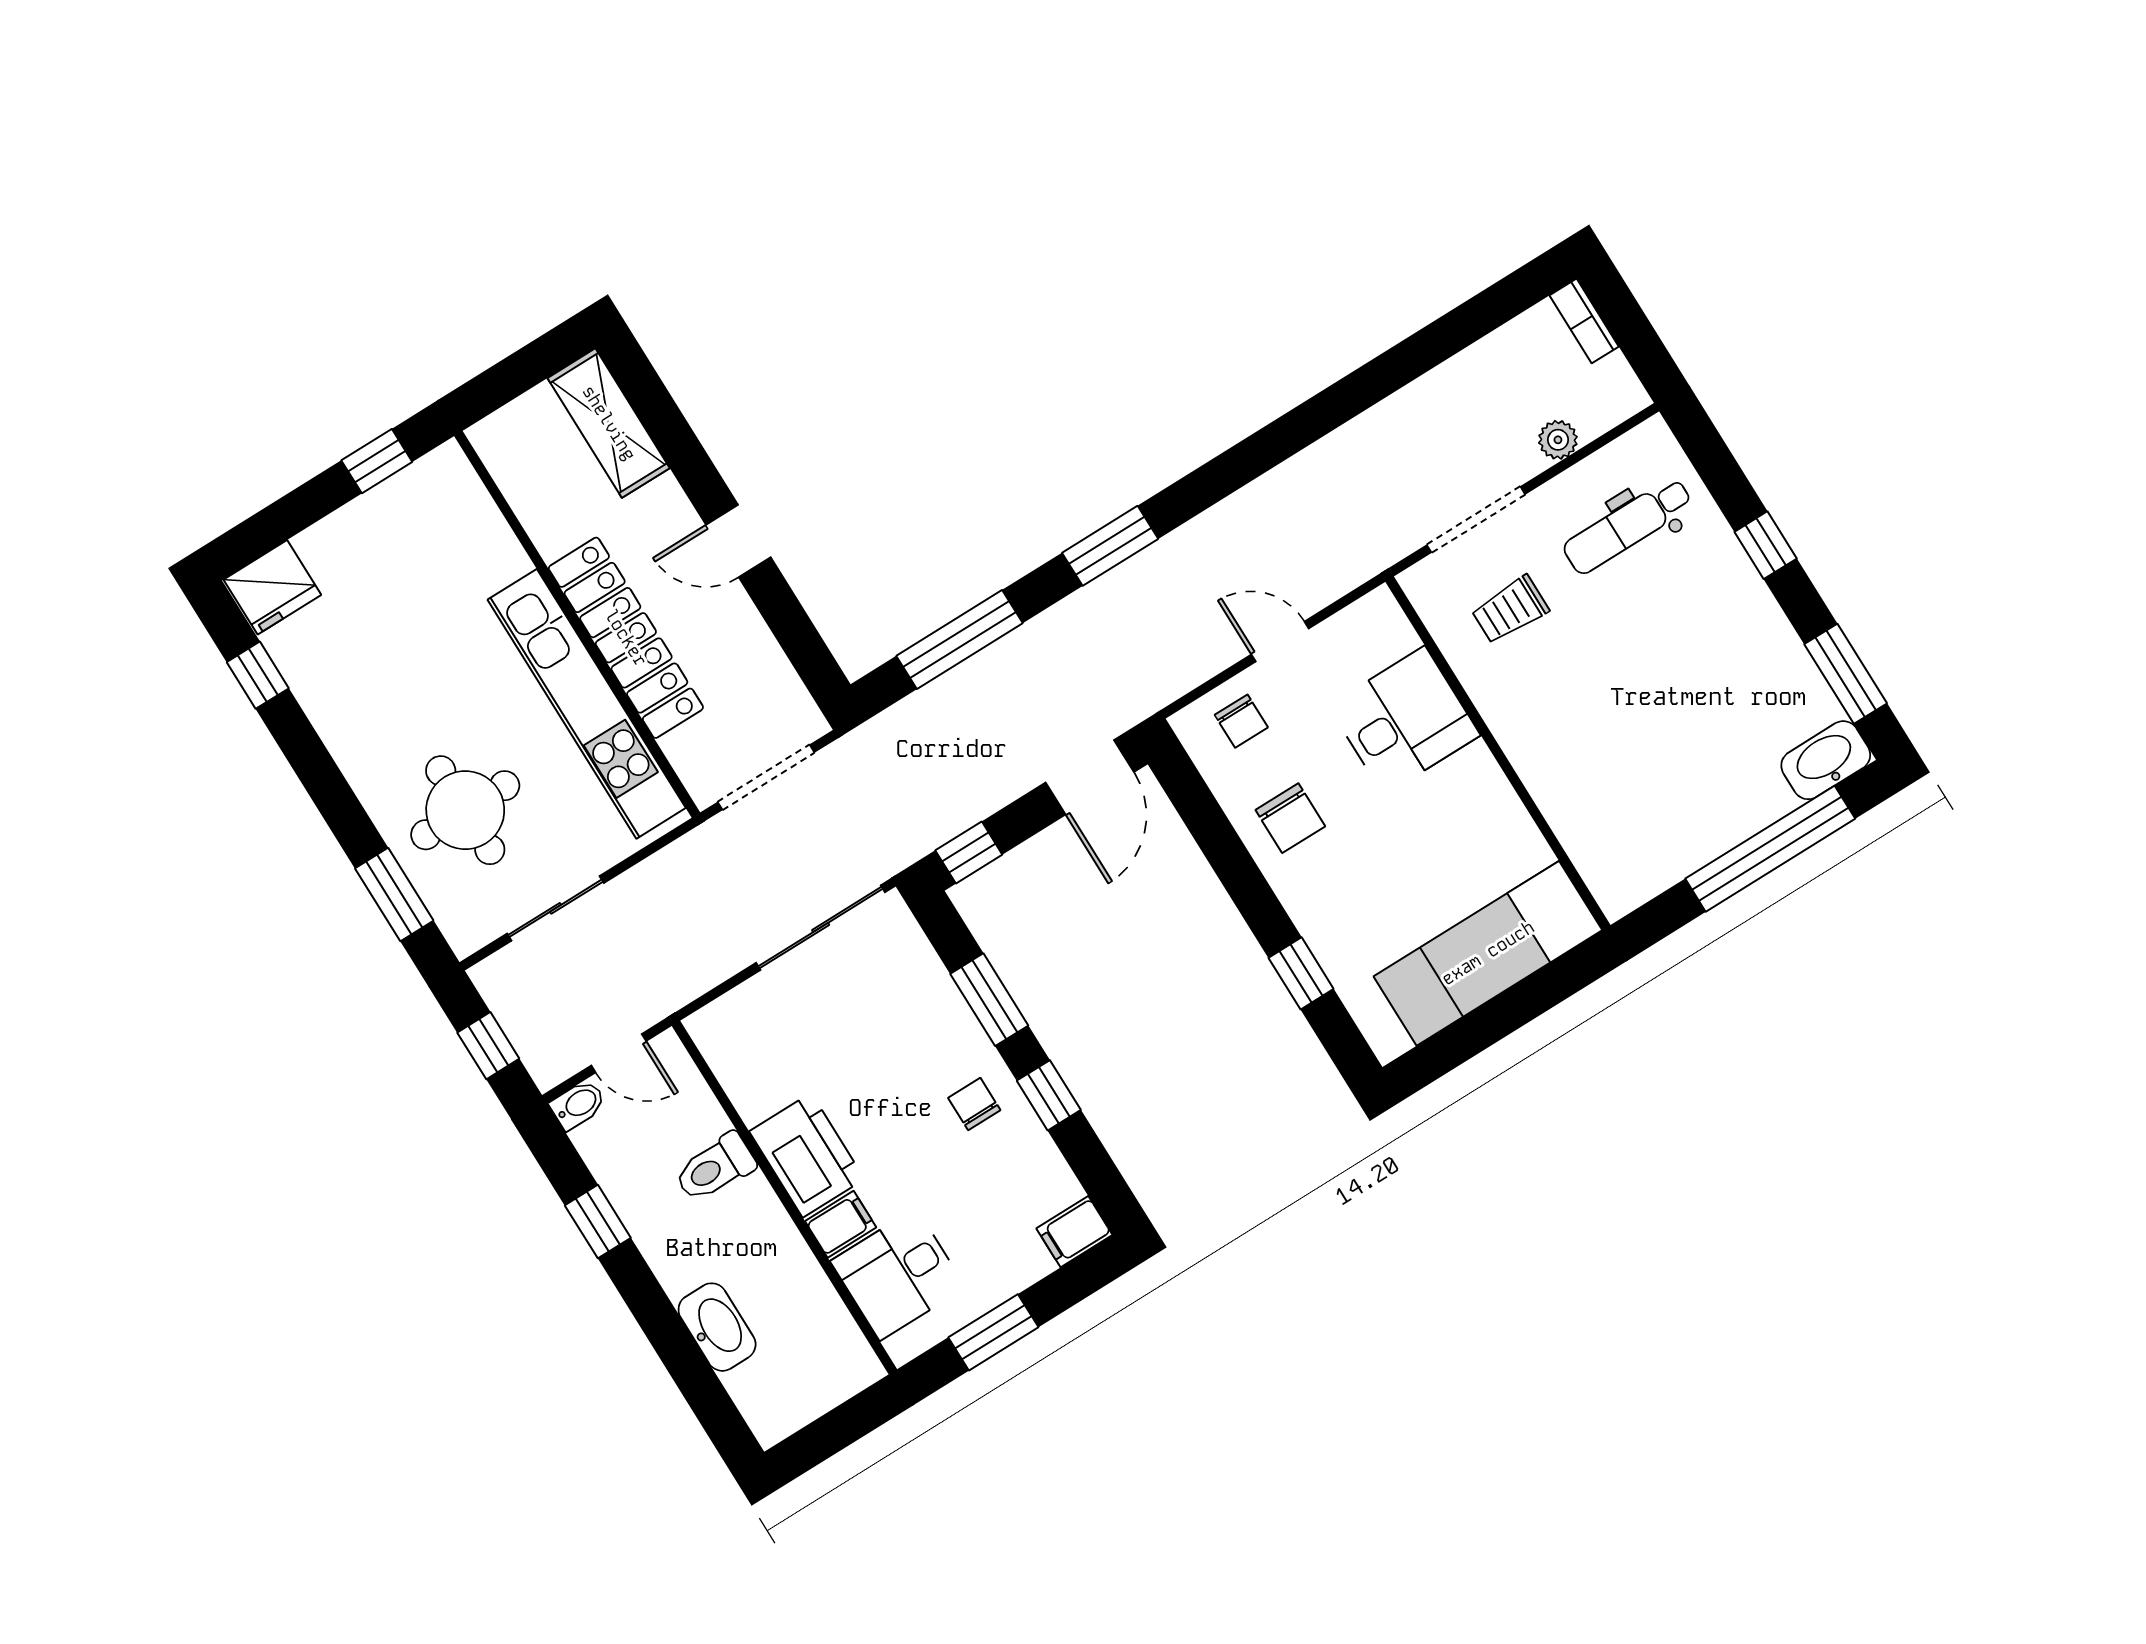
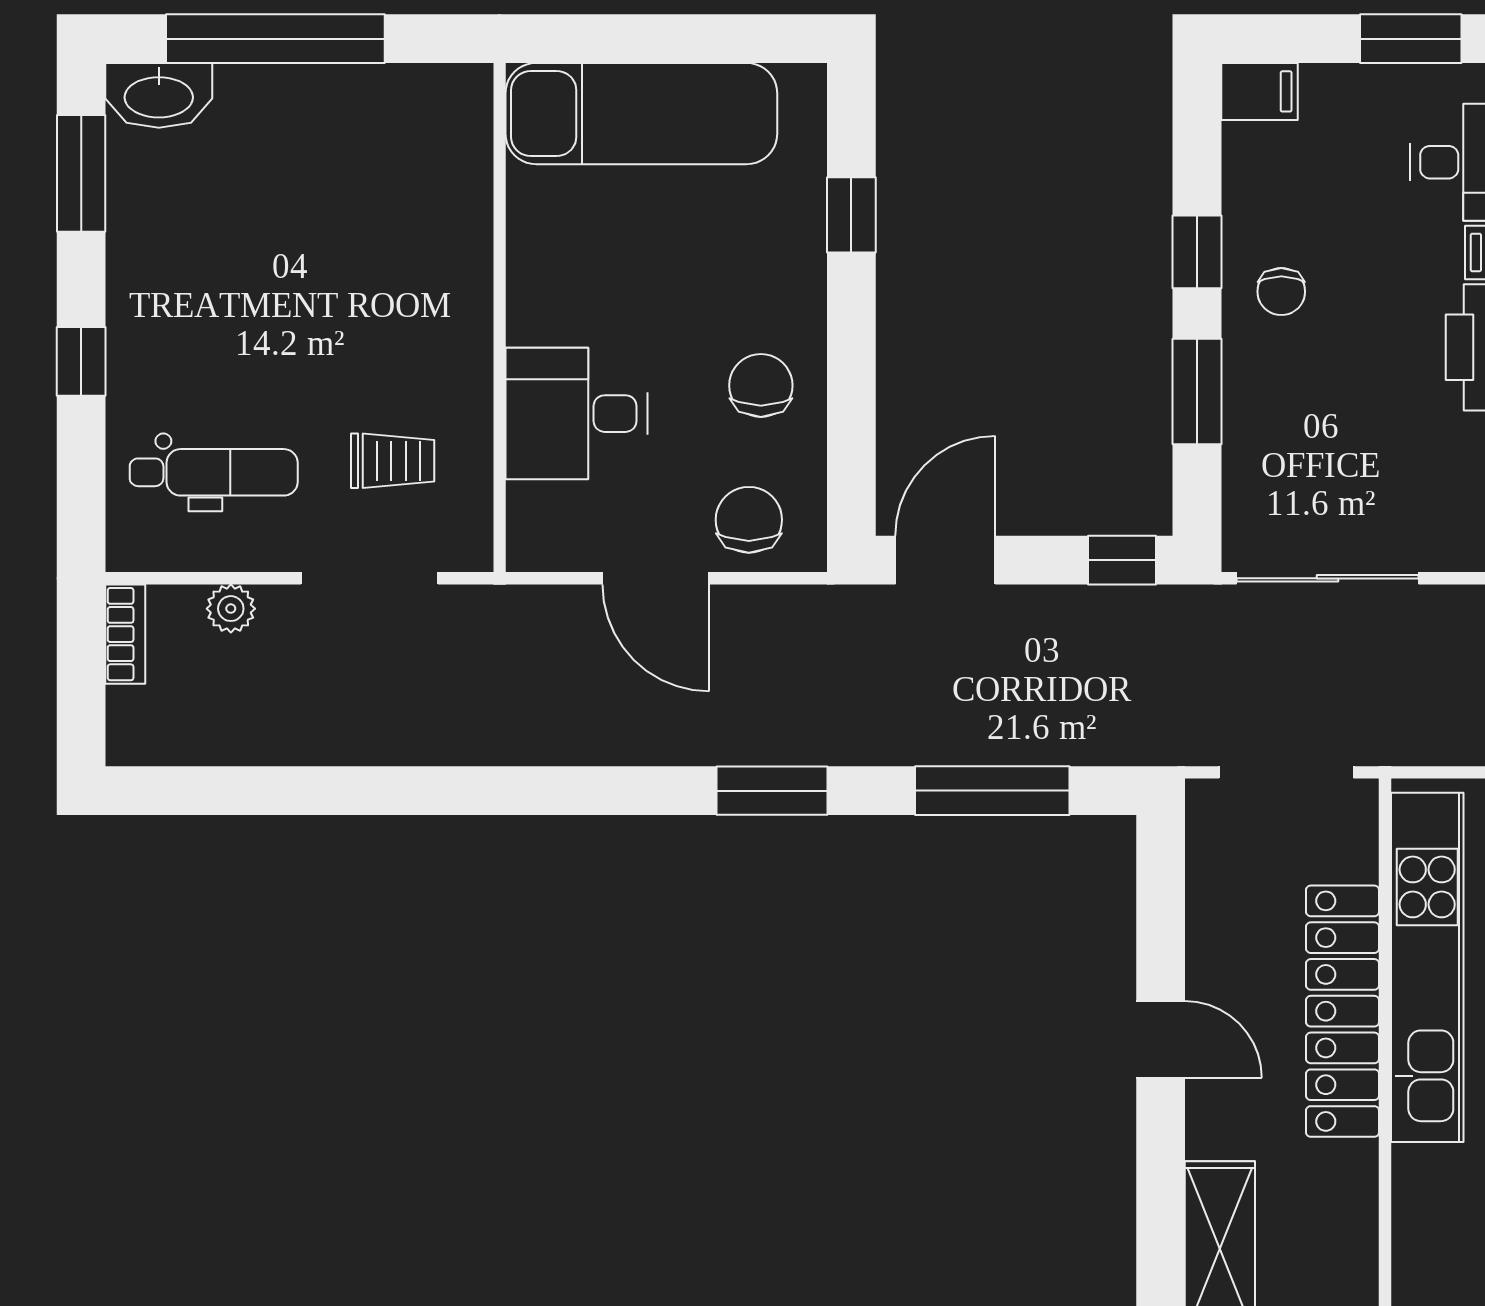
bookcase: (1584, 321) -> (125, 634), moved
door: (1280, 642) -> (656, 578), width x1.38
chair: (1241, 721) -> (749, 520), width x1.37, depth x1.37

